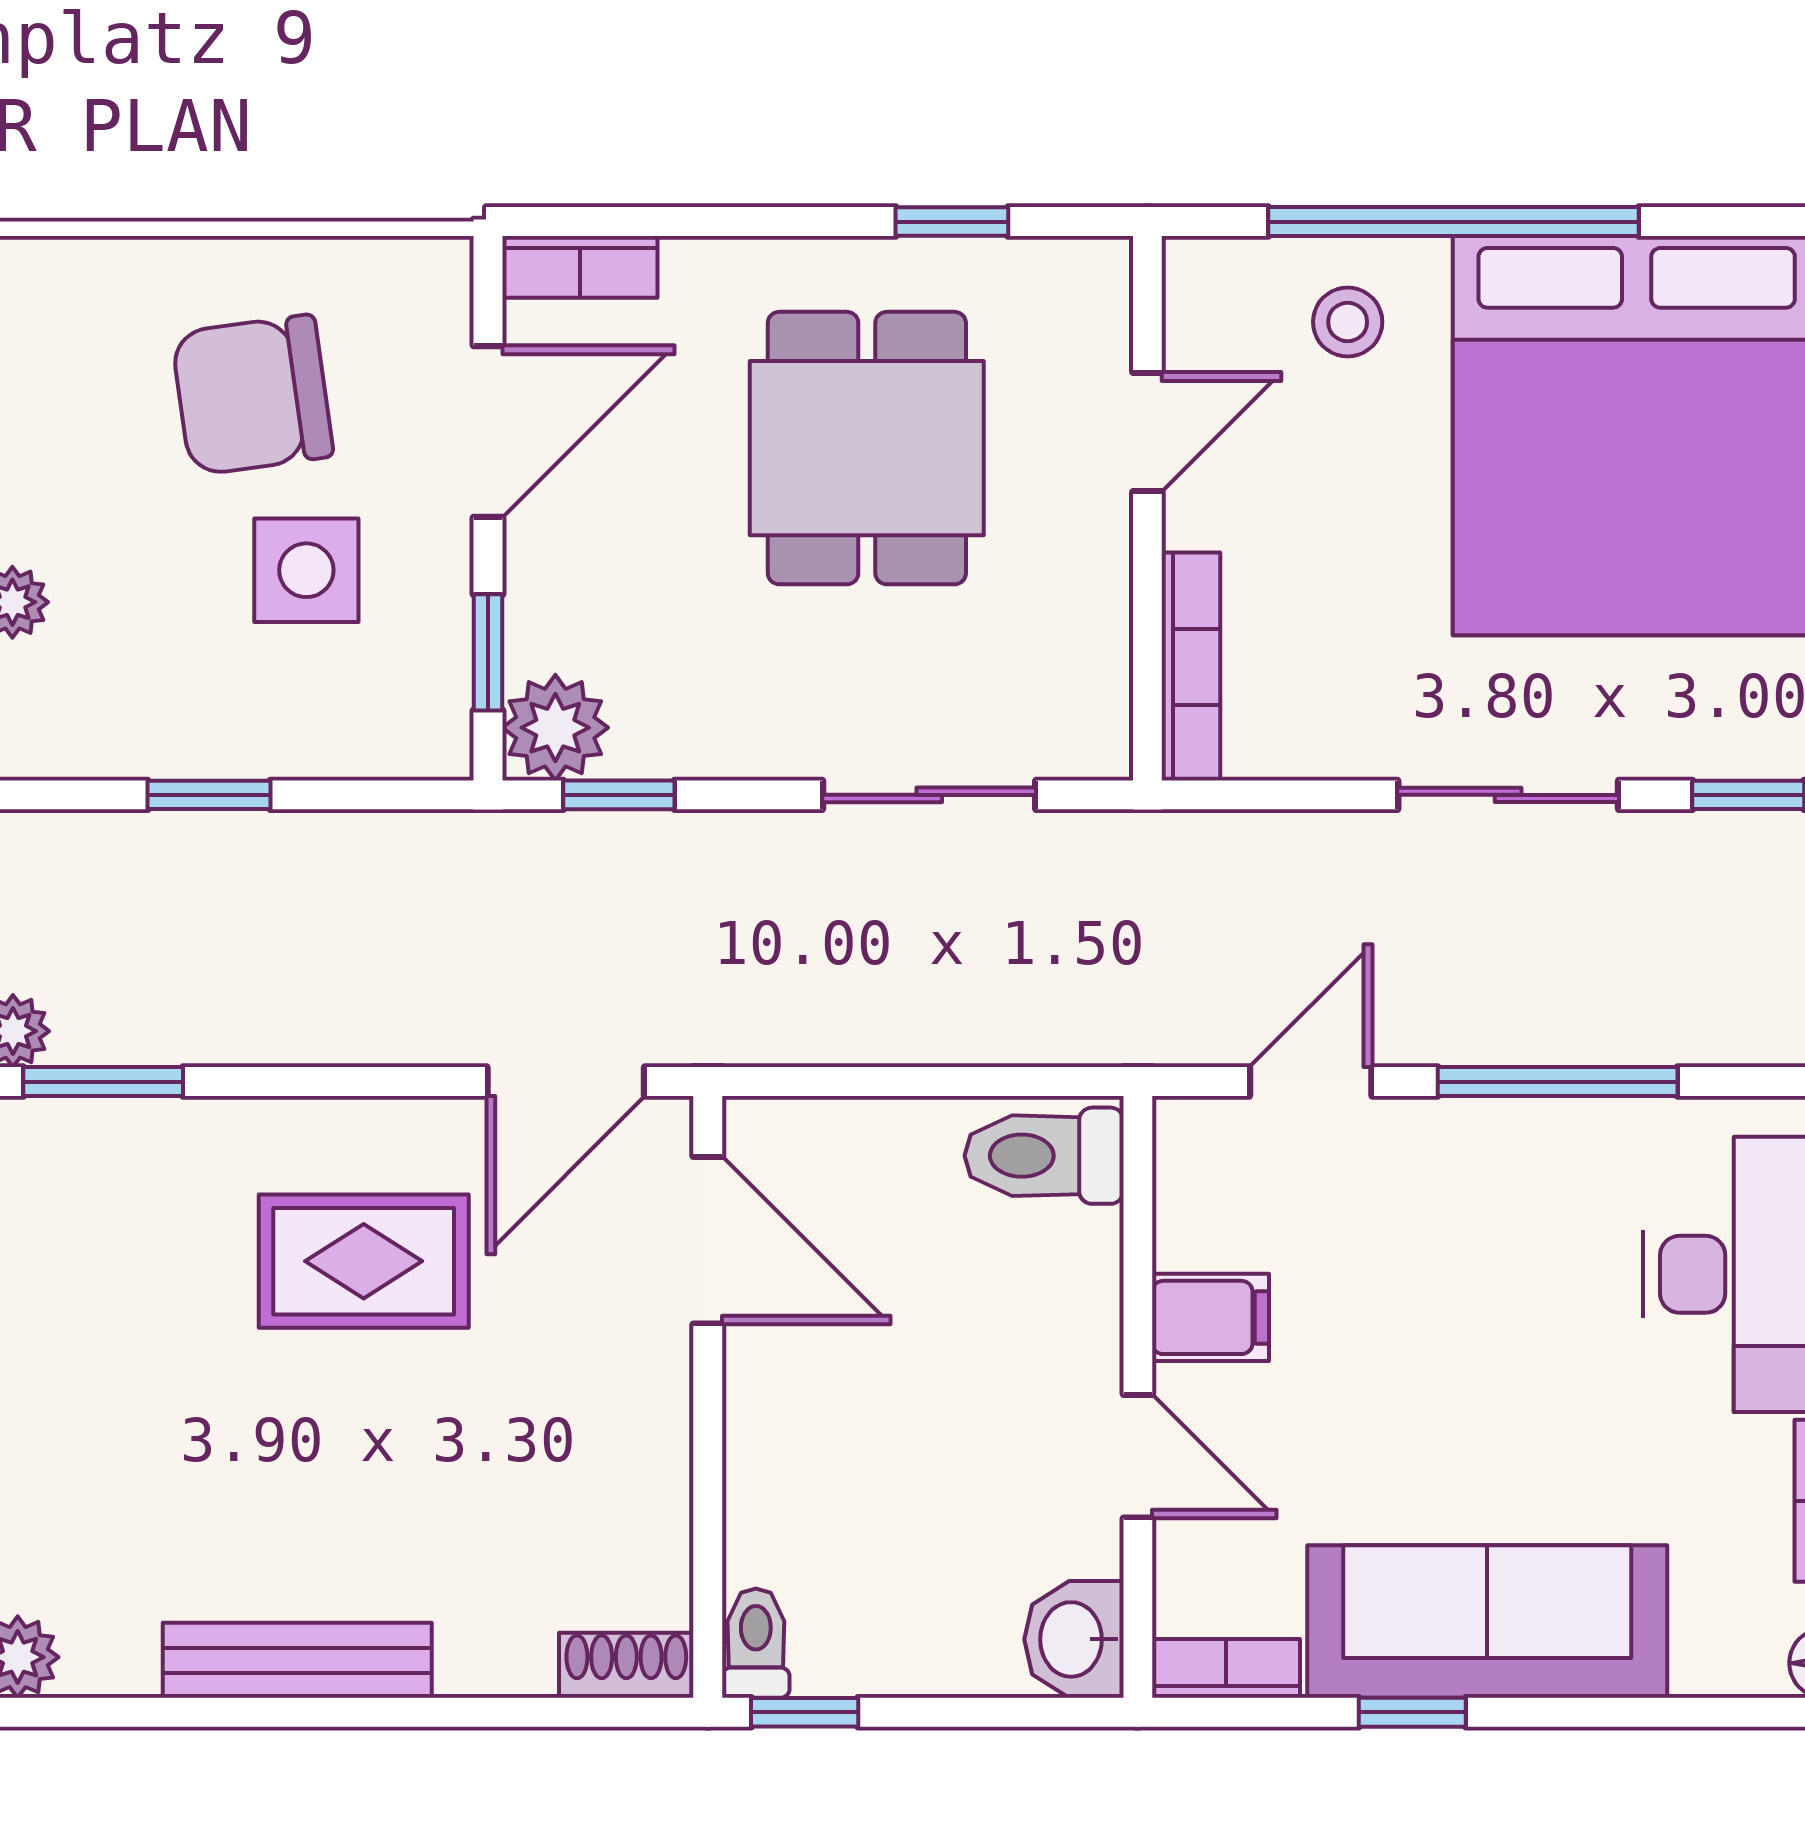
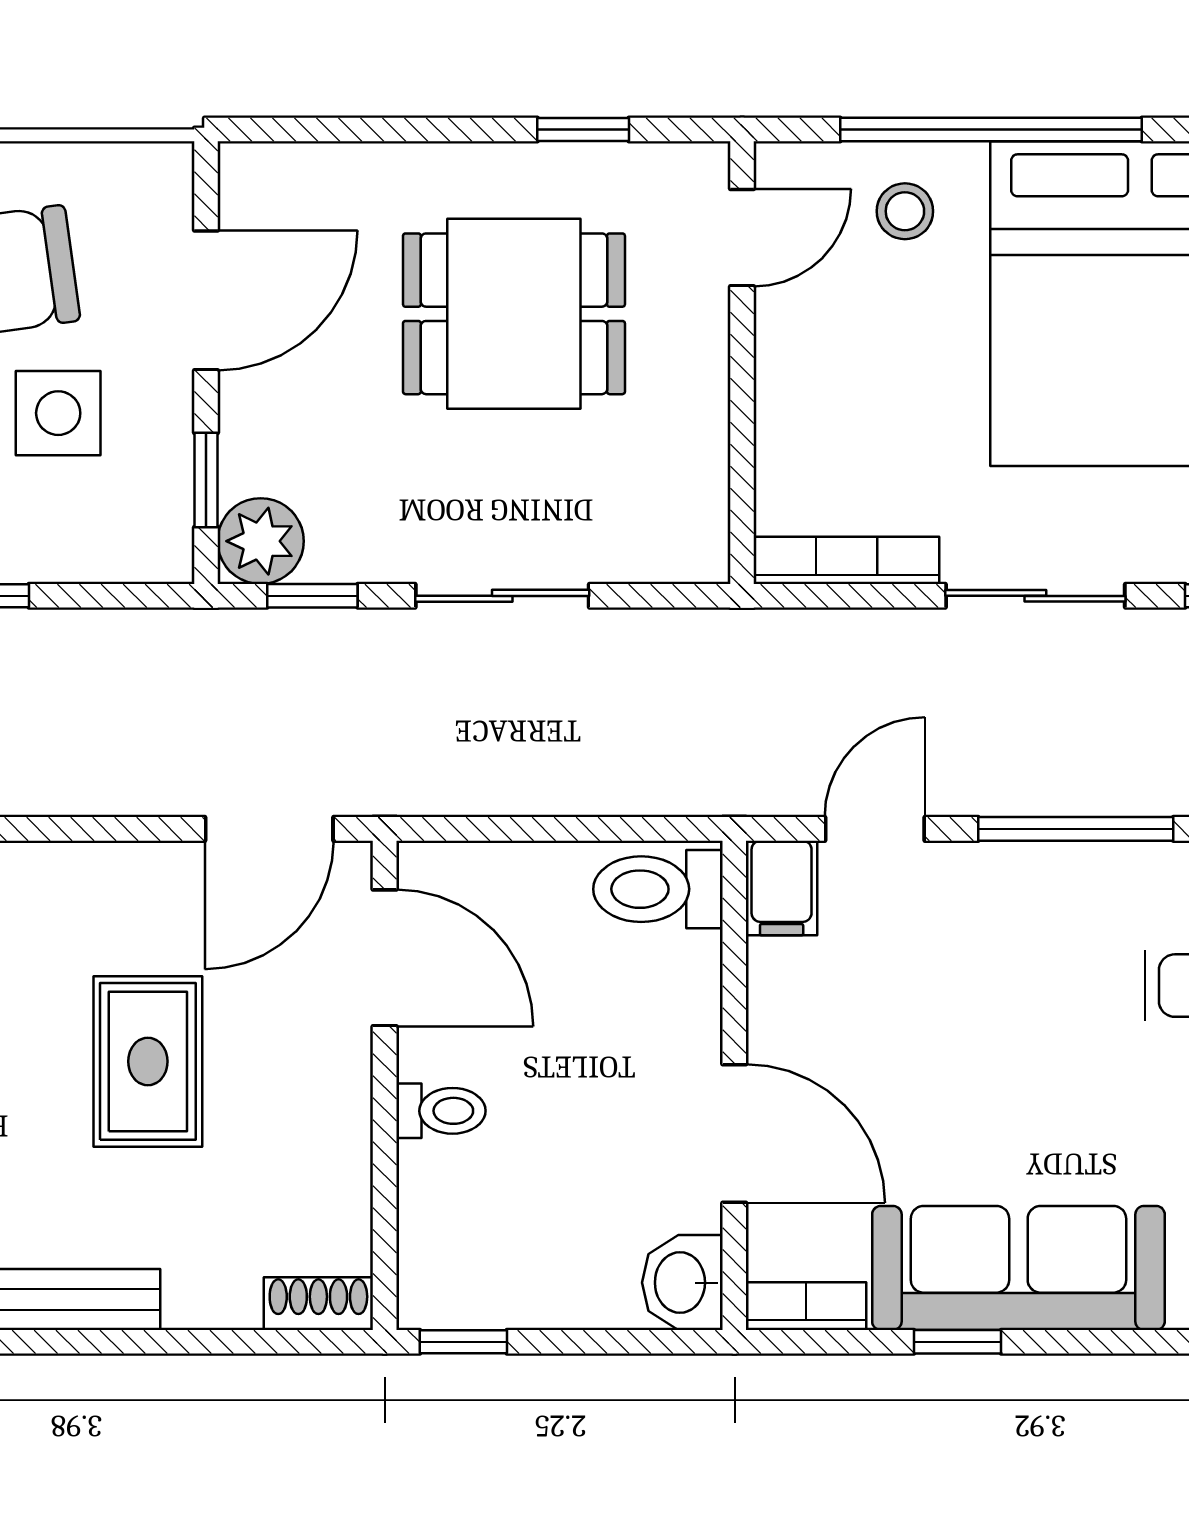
bookcase: (580, 267) -> (281, 166), removed
door: (1147, 432) -> (742, 238), moved
dining table: (867, 448) -> (514, 314), turned 90
bookcase: (1191, 667) -> (846, 560), moved, turned -90
sliding door: (929, 795) -> (502, 596), moved
rug: (364, 1261) -> (148, 1061), moved, turned 90
filing cabinet: (1210, 1317) -> (782, 888), moved, turned 90
door: (1138, 1456) -> (734, 1134), width x1.37
toilet: (756, 1643) -> (441, 1111), moved, turned 90

